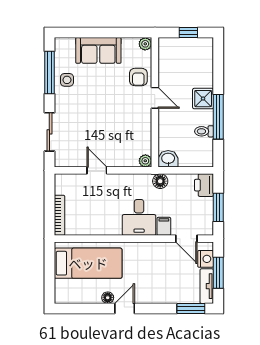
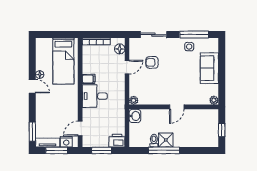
armchair: (138, 77) -> (152, 62), moved
shower: (203, 99) -> (166, 140), moved
floor lamp: (160, 181) -> (120, 49), moved
filing cabinet: (164, 226) -> (89, 79), moved

